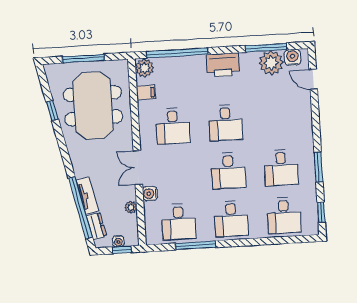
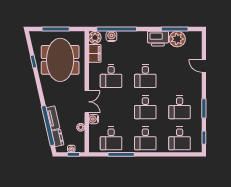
water cooler: (292, 57) -> (111, 36), moved
printer: (223, 65) -> (158, 39), moved
door: (313, 79) -> (204, 66), moved
filing cabinet: (146, 93) -> (95, 53), width x2.00
double door: (138, 168) -> (87, 102), swing flipped

